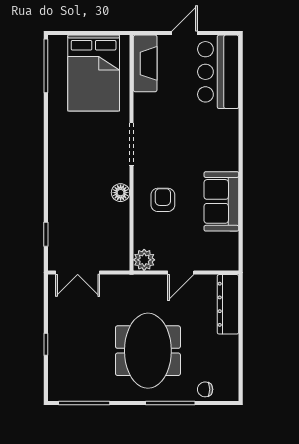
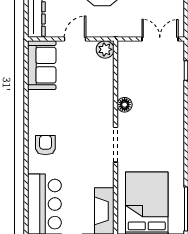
armchair: (163, 200) -> (45, 145), moved, turned 180
sofa: (221, 201) -> (42, 65), moved

